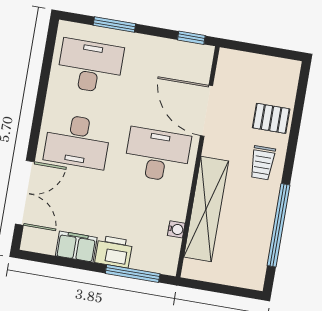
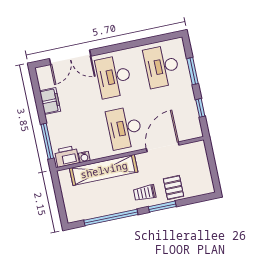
window: (191, 38) -> (200, 108), moved
desk: (90, 66) -> (162, 66), turned 180
window: (292, 145) -> (162, 207), added
desk: (157, 155) -> (125, 128), turned 180
printer: (114, 252) -> (67, 156), moved, turned -90

